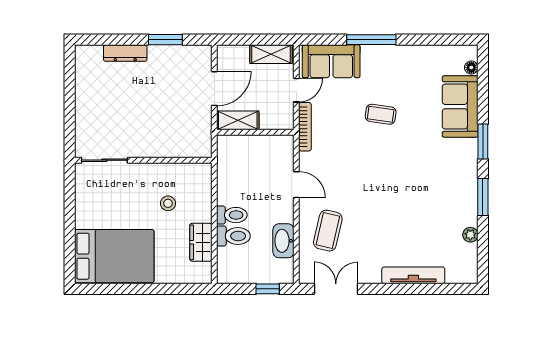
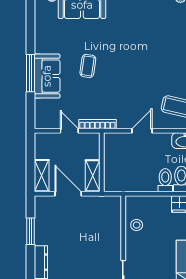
shelving: (271, 54) -> (42, 176), moved
sofa: (331, 61) -> (47, 76), moved
stool: (168, 203) -> (137, 225), moved

